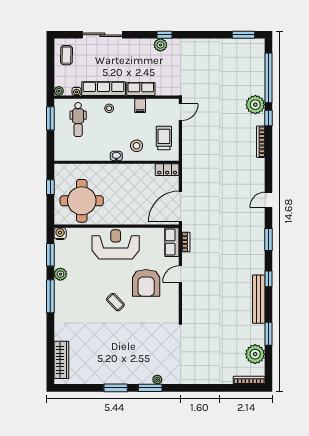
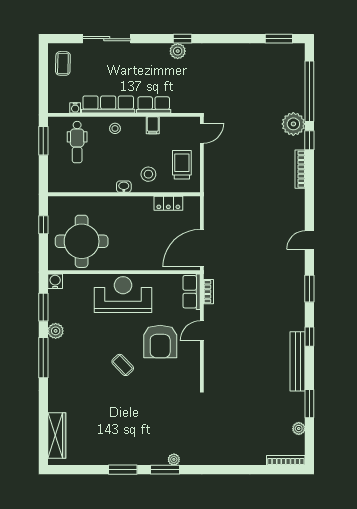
plant: (59, 91) -> (54, 107), removed
locker: (167, 170) -> (168, 203), moved
plant: (255, 354) -> (299, 429), width x0.53, depth x0.53

